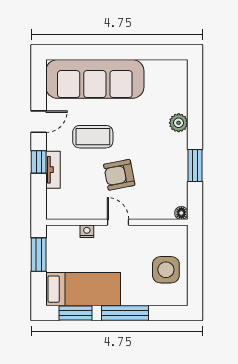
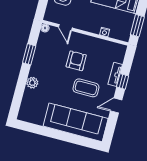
armchair: (119, 175) -> (76, 61), turned -79
door: (118, 222) -> (65, 27), moved

